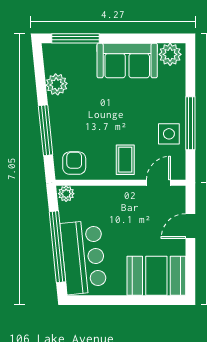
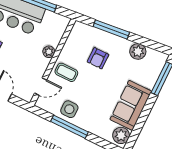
armchair: (74, 163) -> (98, 58), moved, turned 90
door: (158, 183) -> (41, 87), hinge flipped
plant: (66, 194) -> (49, 52), moved

